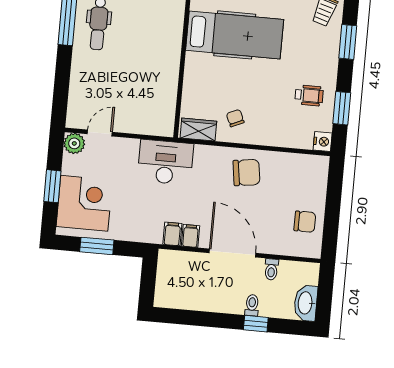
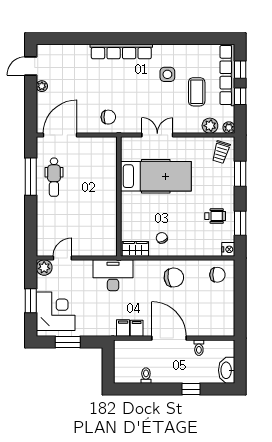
chair: (305, 222) -> (217, 275), moved
toilet: (252, 305) -> (146, 376), moved

